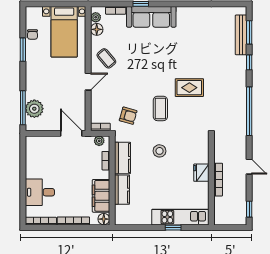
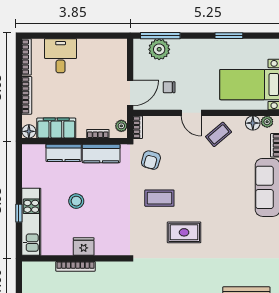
chair: (32, 34) -> (169, 87), moved
rug: (189, 88) -> (184, 232), turned 90
stool: (159, 151) -> (76, 201), moved

